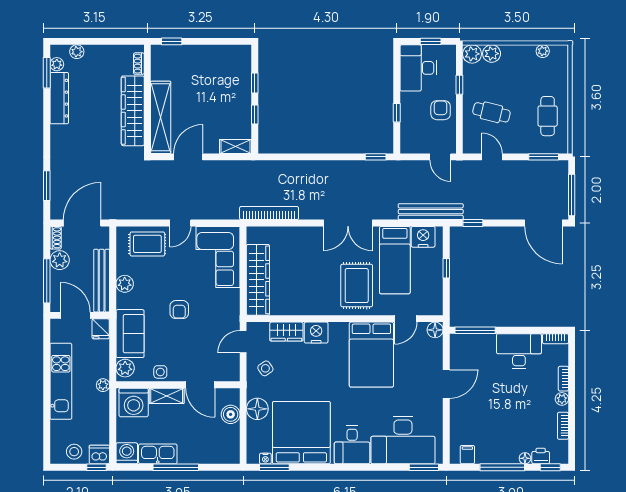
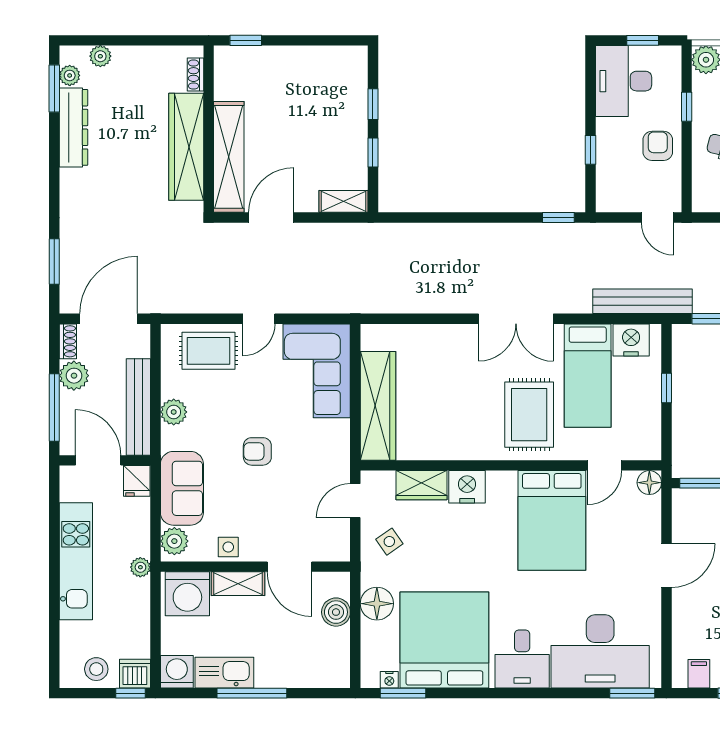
bookcase: (269, 213) -> (395, 303), removed
armchair: (179, 310) -> (257, 451), turned 90

